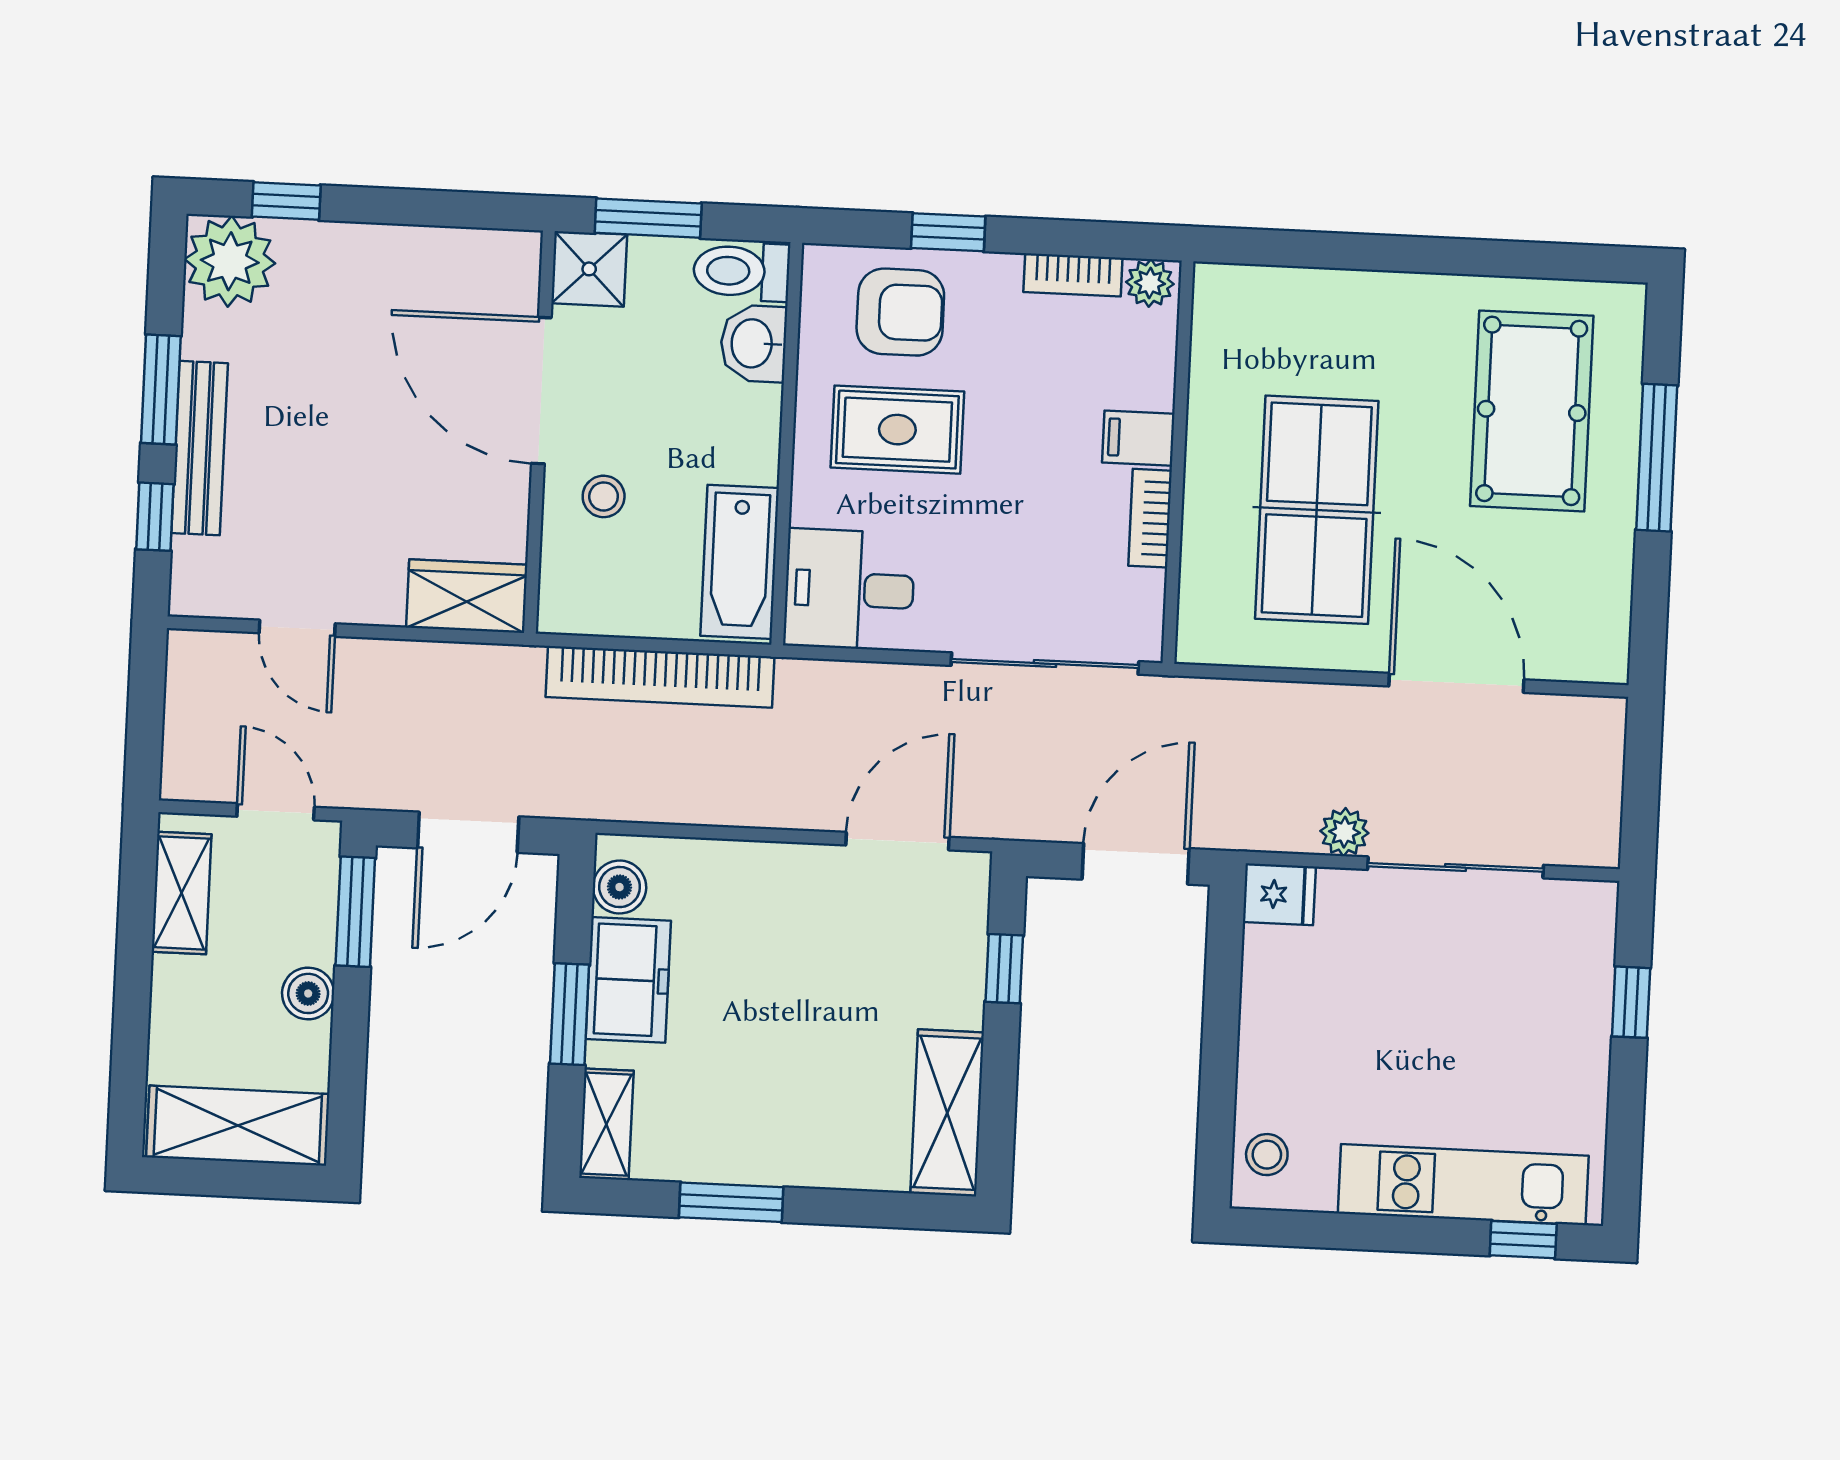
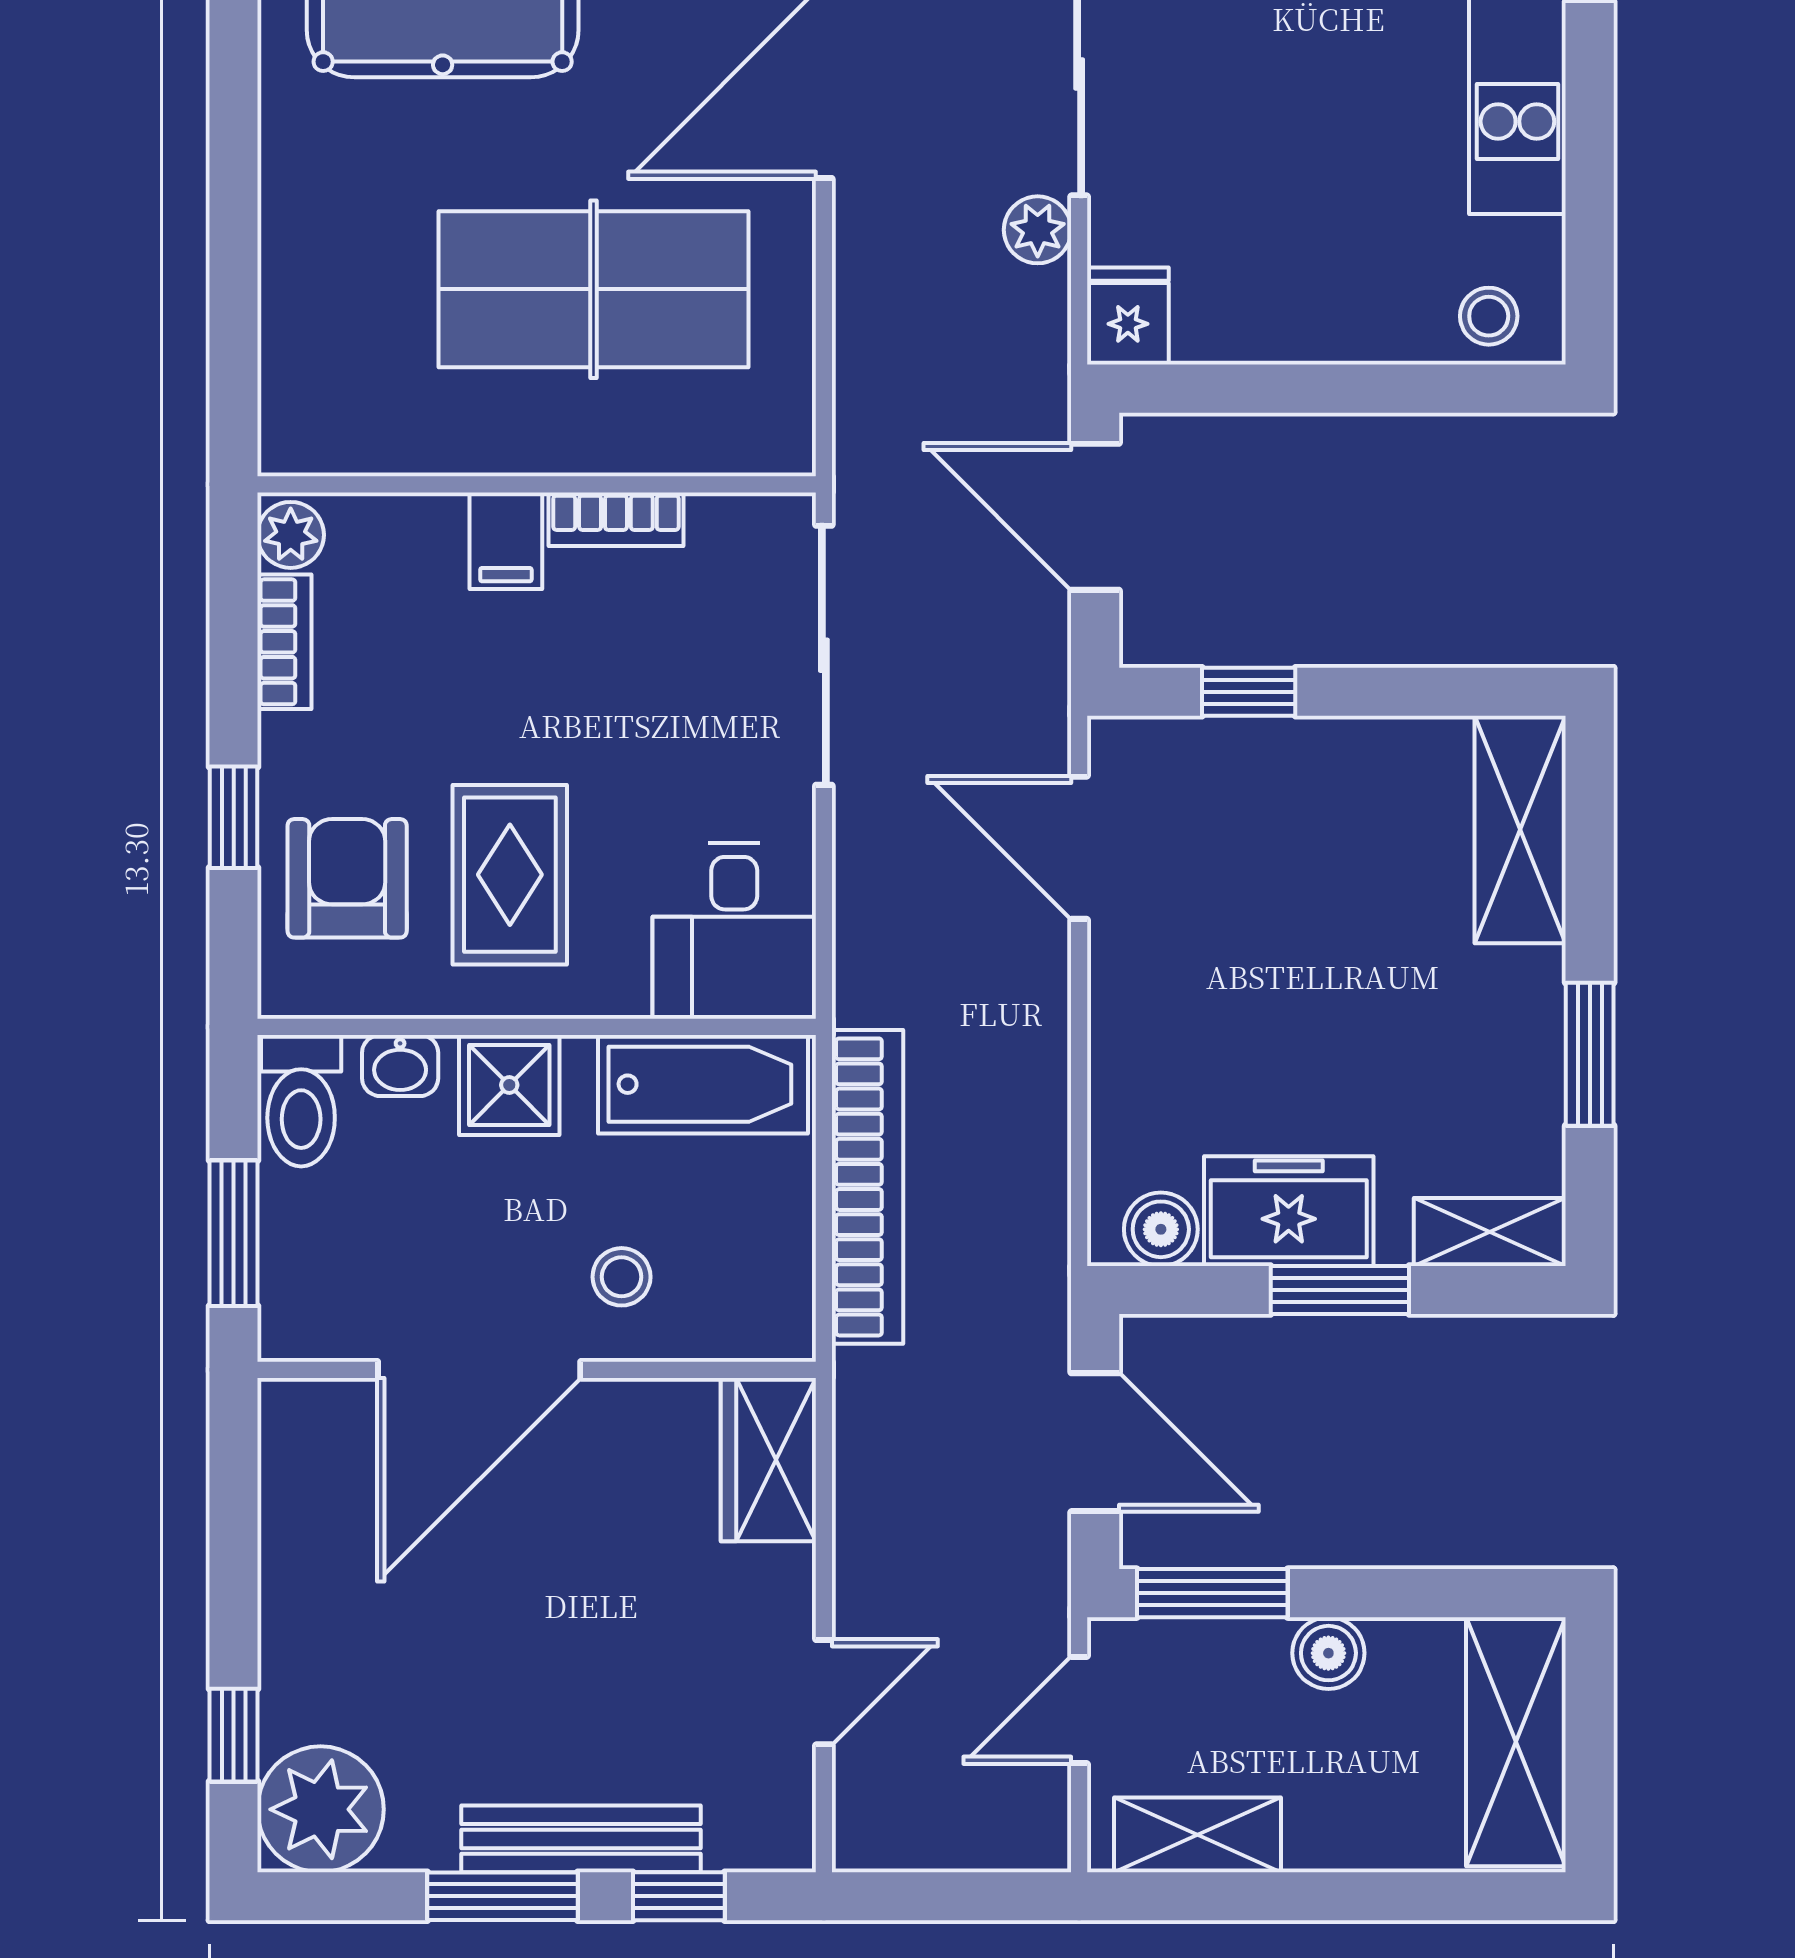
shower: (589, 269) -> (509, 1085), moved
washbasin: (754, 343) -> (400, 1065), width x0.72, depth x0.69
shelving: (947, 1113) -> (1520, 830), moved, turned 90

